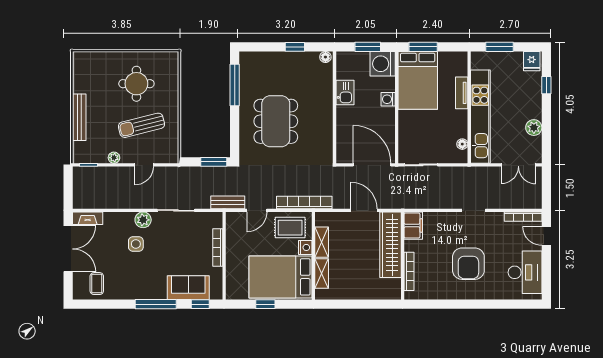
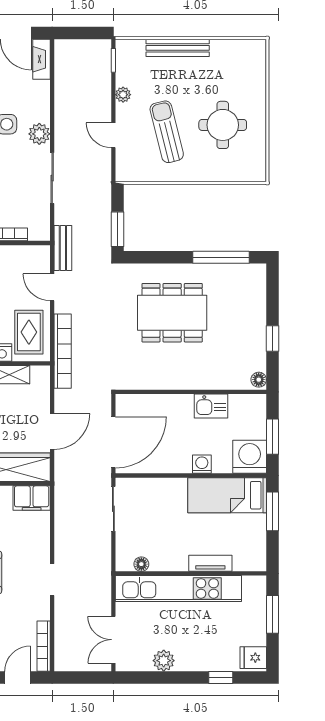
bed: (418, 80) -> (227, 495), width x0.67

